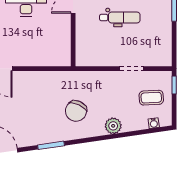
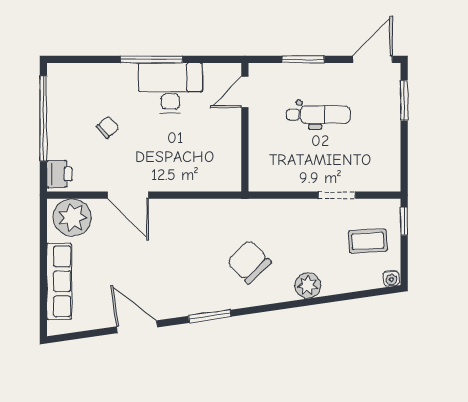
chair: (76, 111) -> (249, 262), turned 111
water cooler: (154, 123) -> (391, 278), moved

